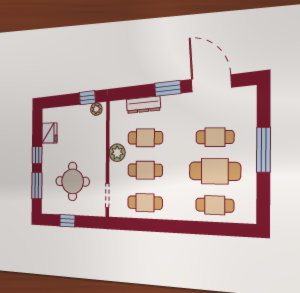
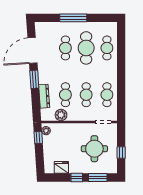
plant: (117, 153) -> (61, 115), moved

